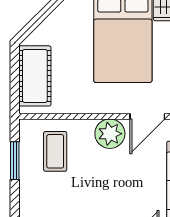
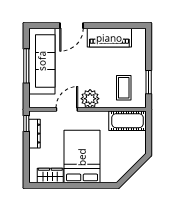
cot: (35, 76) -> (127, 121), moved, turned 90

